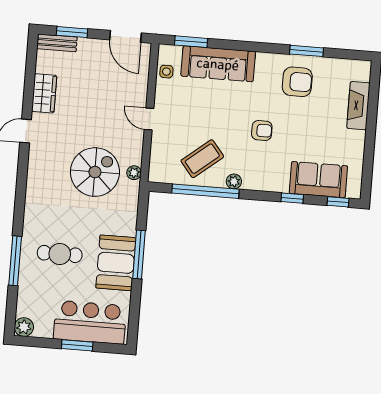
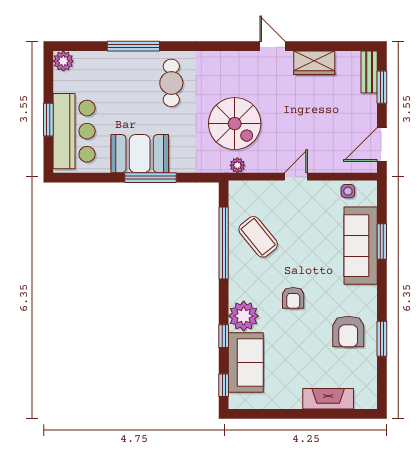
window: (191, 42) -> (382, 241), moved
plant: (234, 181) -> (244, 316), moved, width x1.87, depth x1.87
cafe table: (60, 254) -> (171, 83), moved

